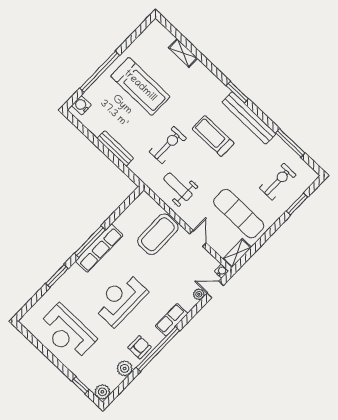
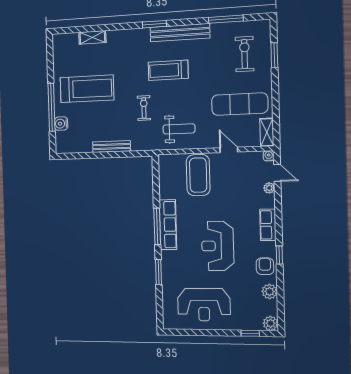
water cooler: (81, 105) -> (61, 124), moved
exercise bike: (168, 145) -> (144, 108), width x0.73, depth x0.72
weight bench: (178, 187) -> (179, 129), turned 180
door: (215, 289) -> (277, 173), swing flipped
window: (158, 349) -> (279, 255), width x0.32

